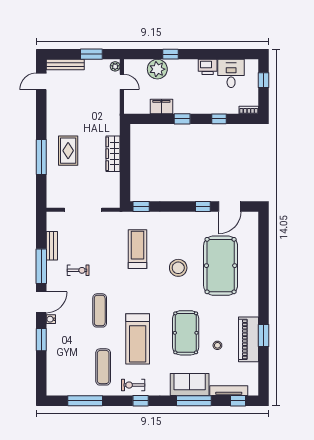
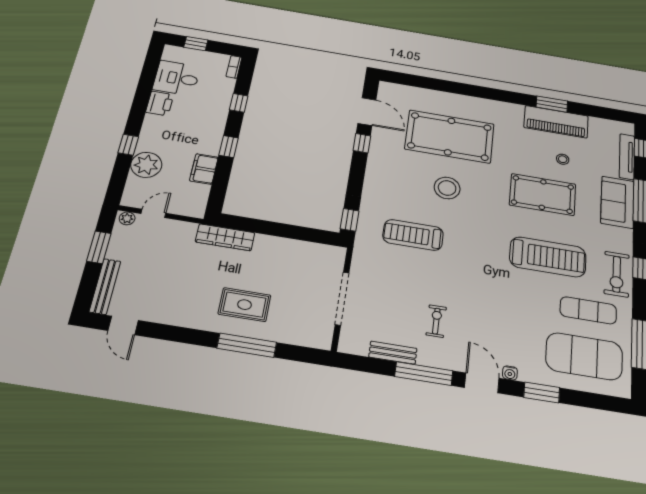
wardrobe: (113, 154) -> (225, 237), moved
exercise mat: (100, 310) -> (584, 356), moved, width x2.00, depth x1.45
exercise bike: (133, 385) -> (617, 274), width x1.38, depth x1.39

